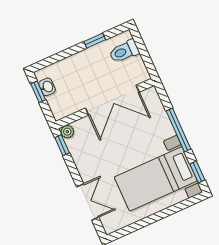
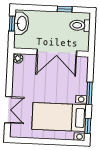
washbasin: (47, 87) -> (21, 23), width x1.91, depth x1.45
window: (179, 130) -> (89, 93), width x0.69
window: (62, 145) -> (10, 65), removed

